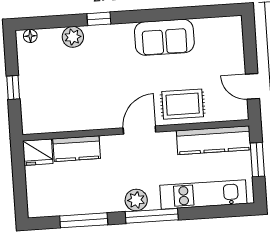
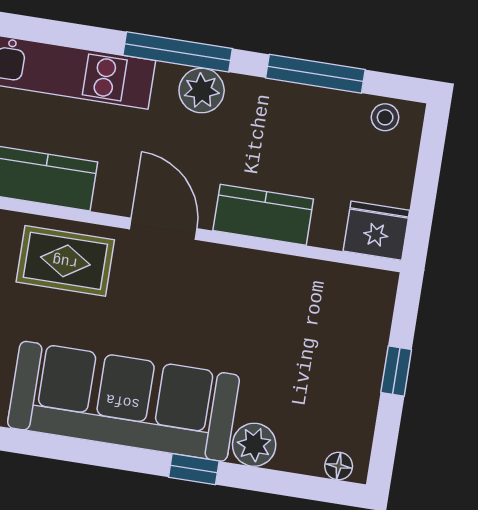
sofa: (164, 37) -> (123, 401), width x1.85, depth x1.27
door: (139, 130) -> (163, 229), swing flipped
kitchen counter: (77, 149) -> (263, 215), moved
stool: (46, 207) -> (385, 117), added

